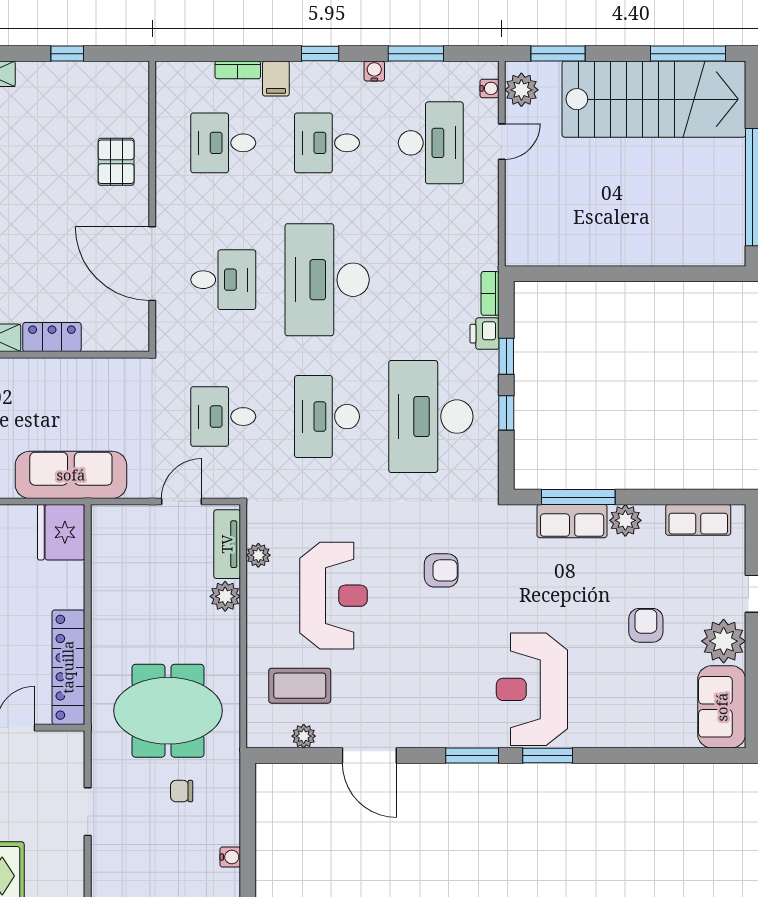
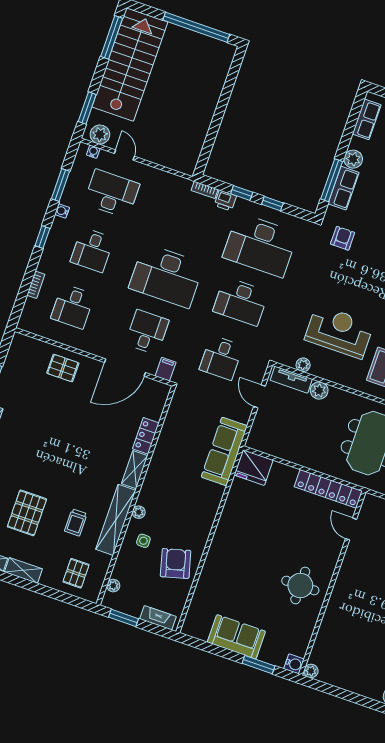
filing cabinet: (276, 79) -> (166, 369), moved, turned -90
armchair: (441, 570) -> (343, 238), moved

